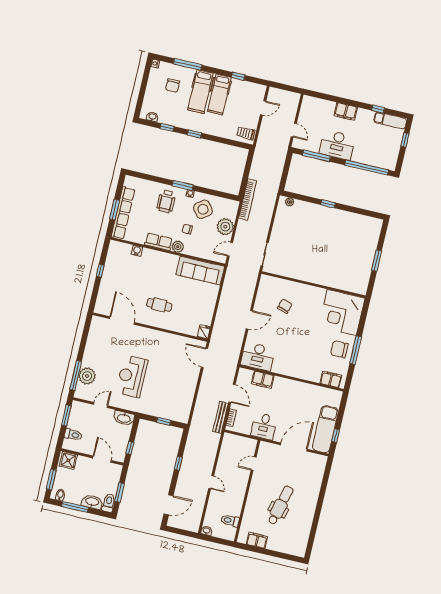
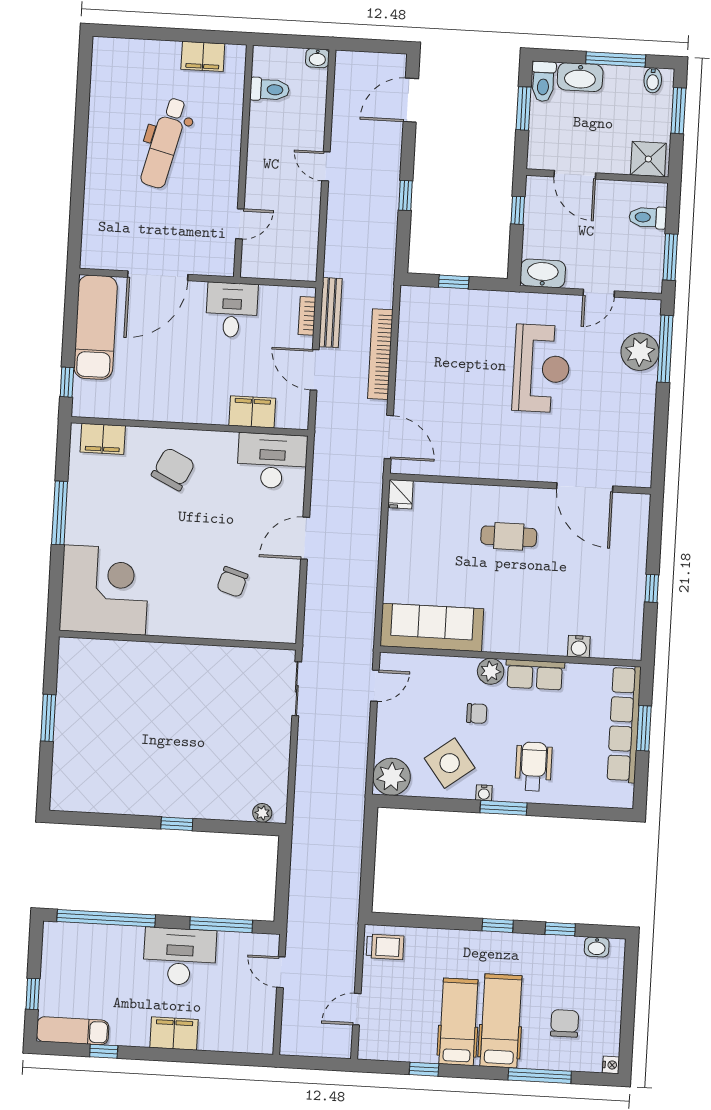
bookcase: (248, 200) -> (380, 354), moved
plant: (225, 227) -> (391, 777), moved
chair: (339, 349) -> (173, 469), moved, turned -64
window: (336, 436) -> (67, 382), moved

